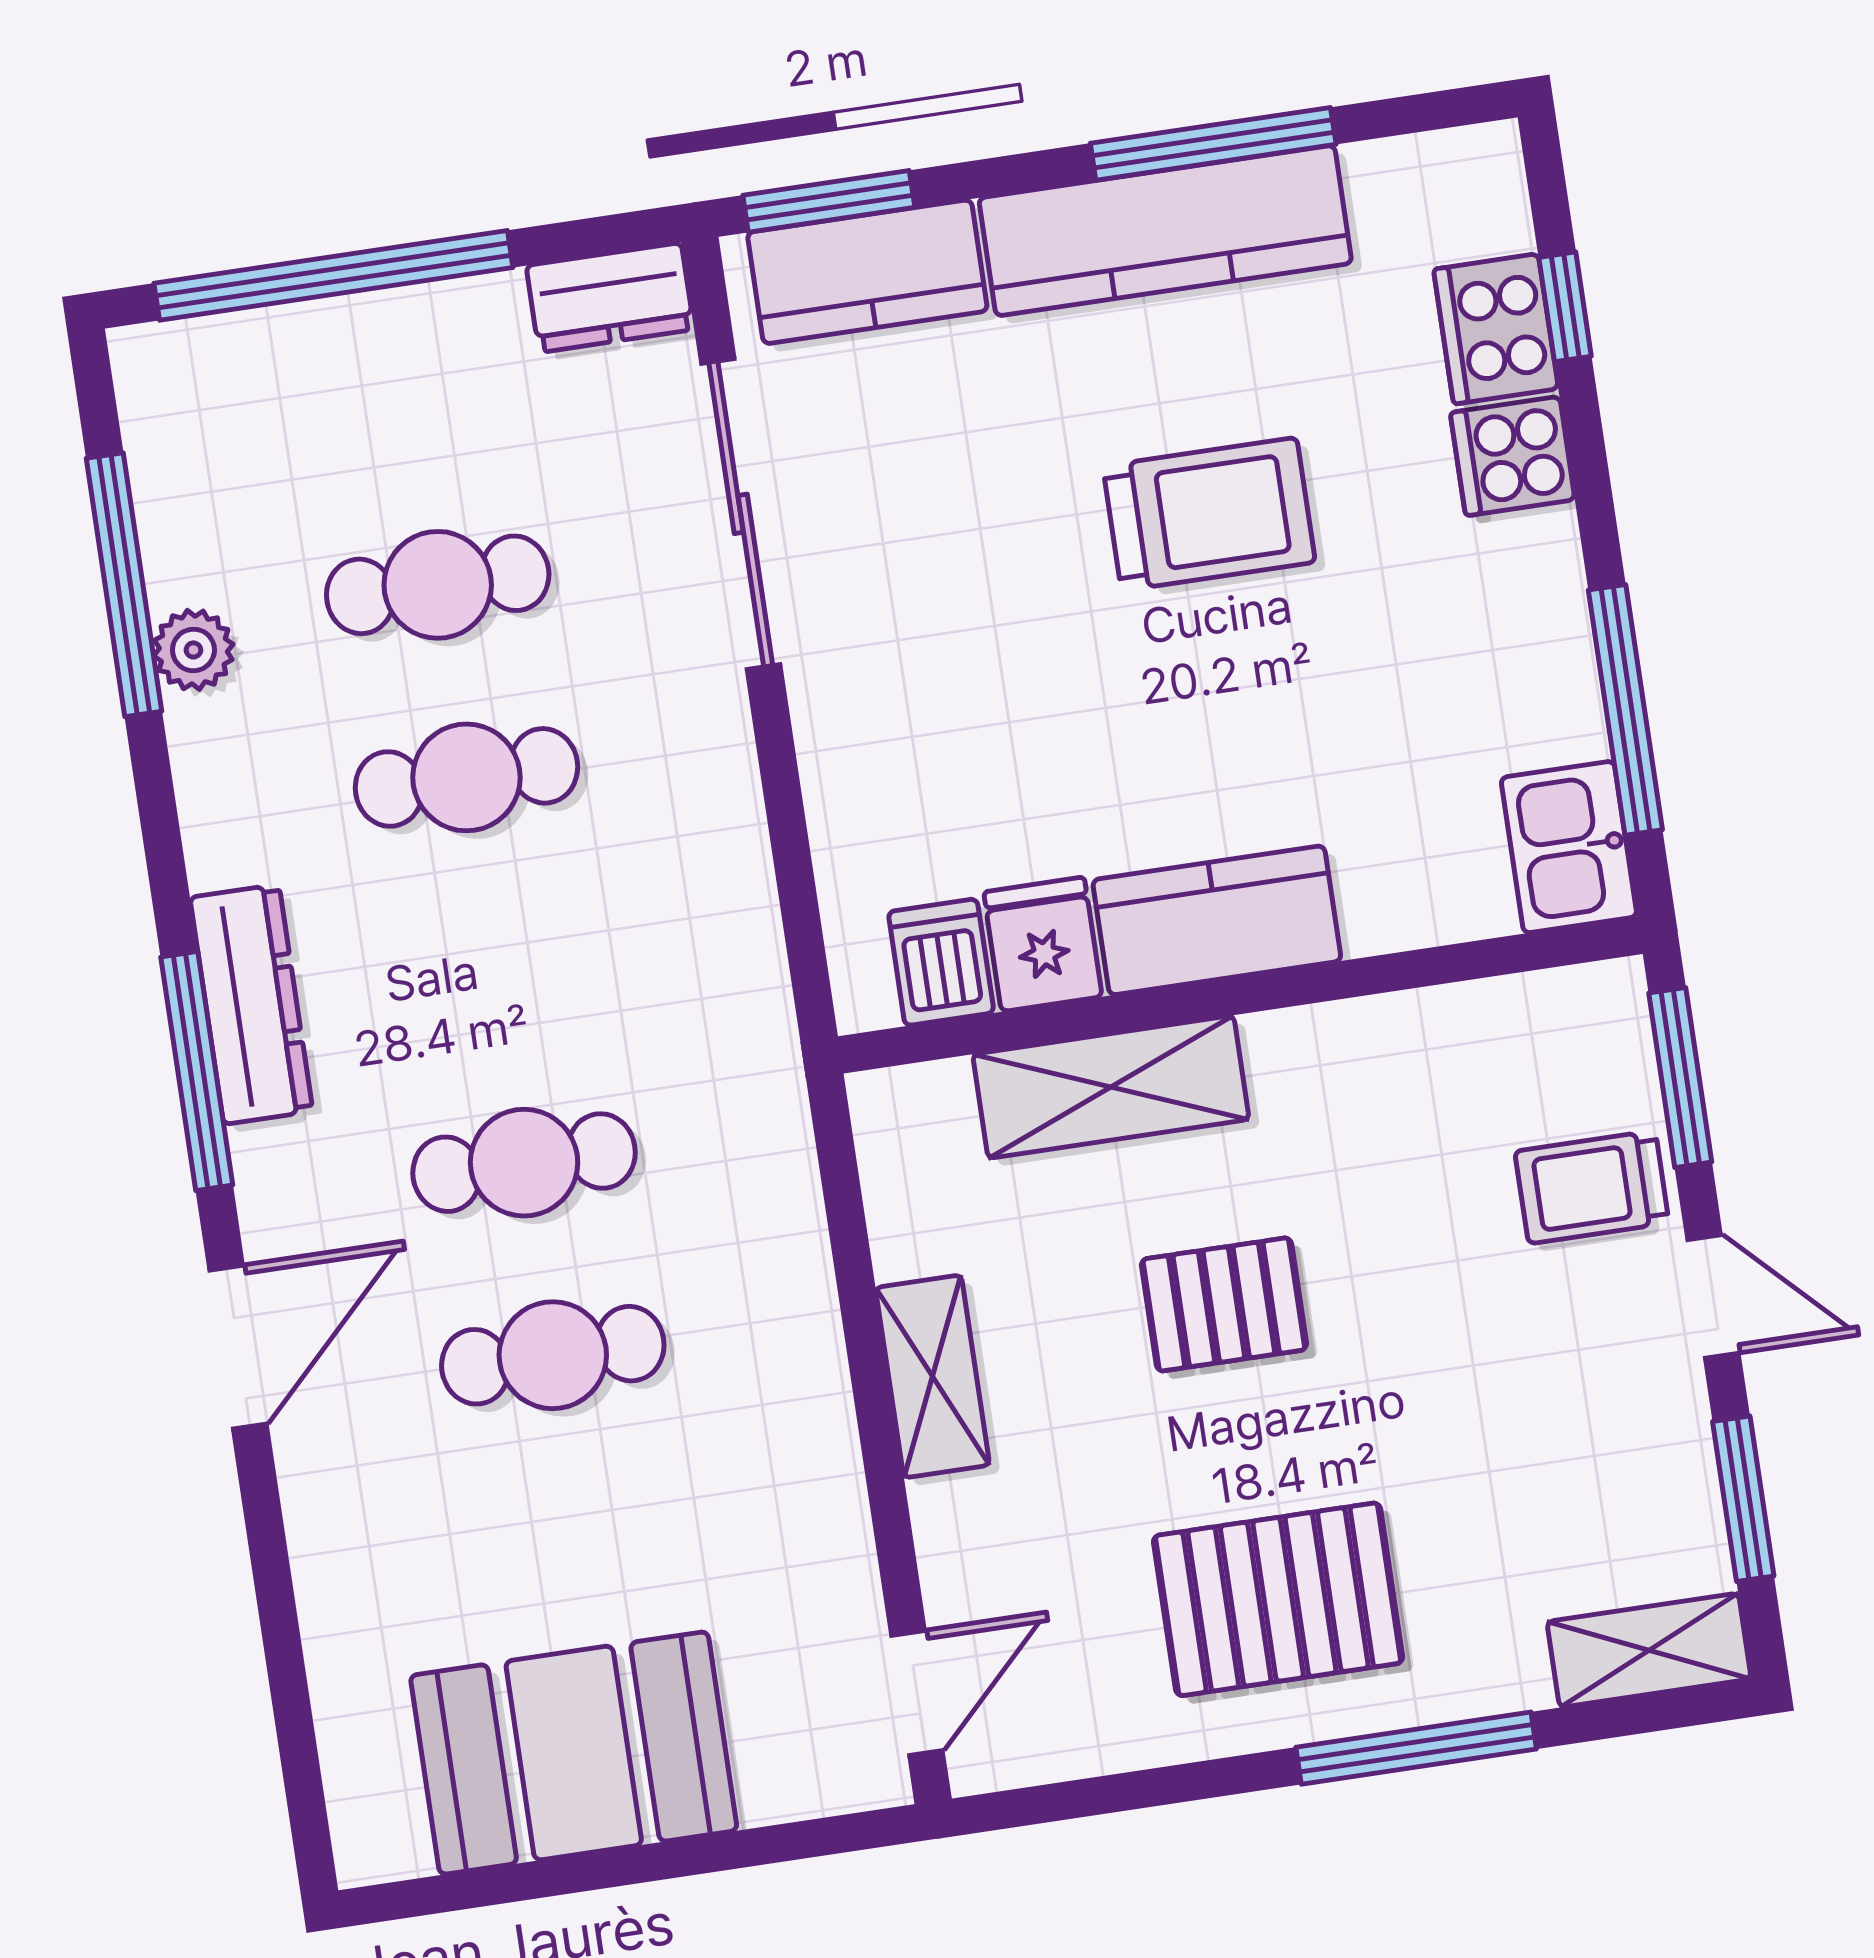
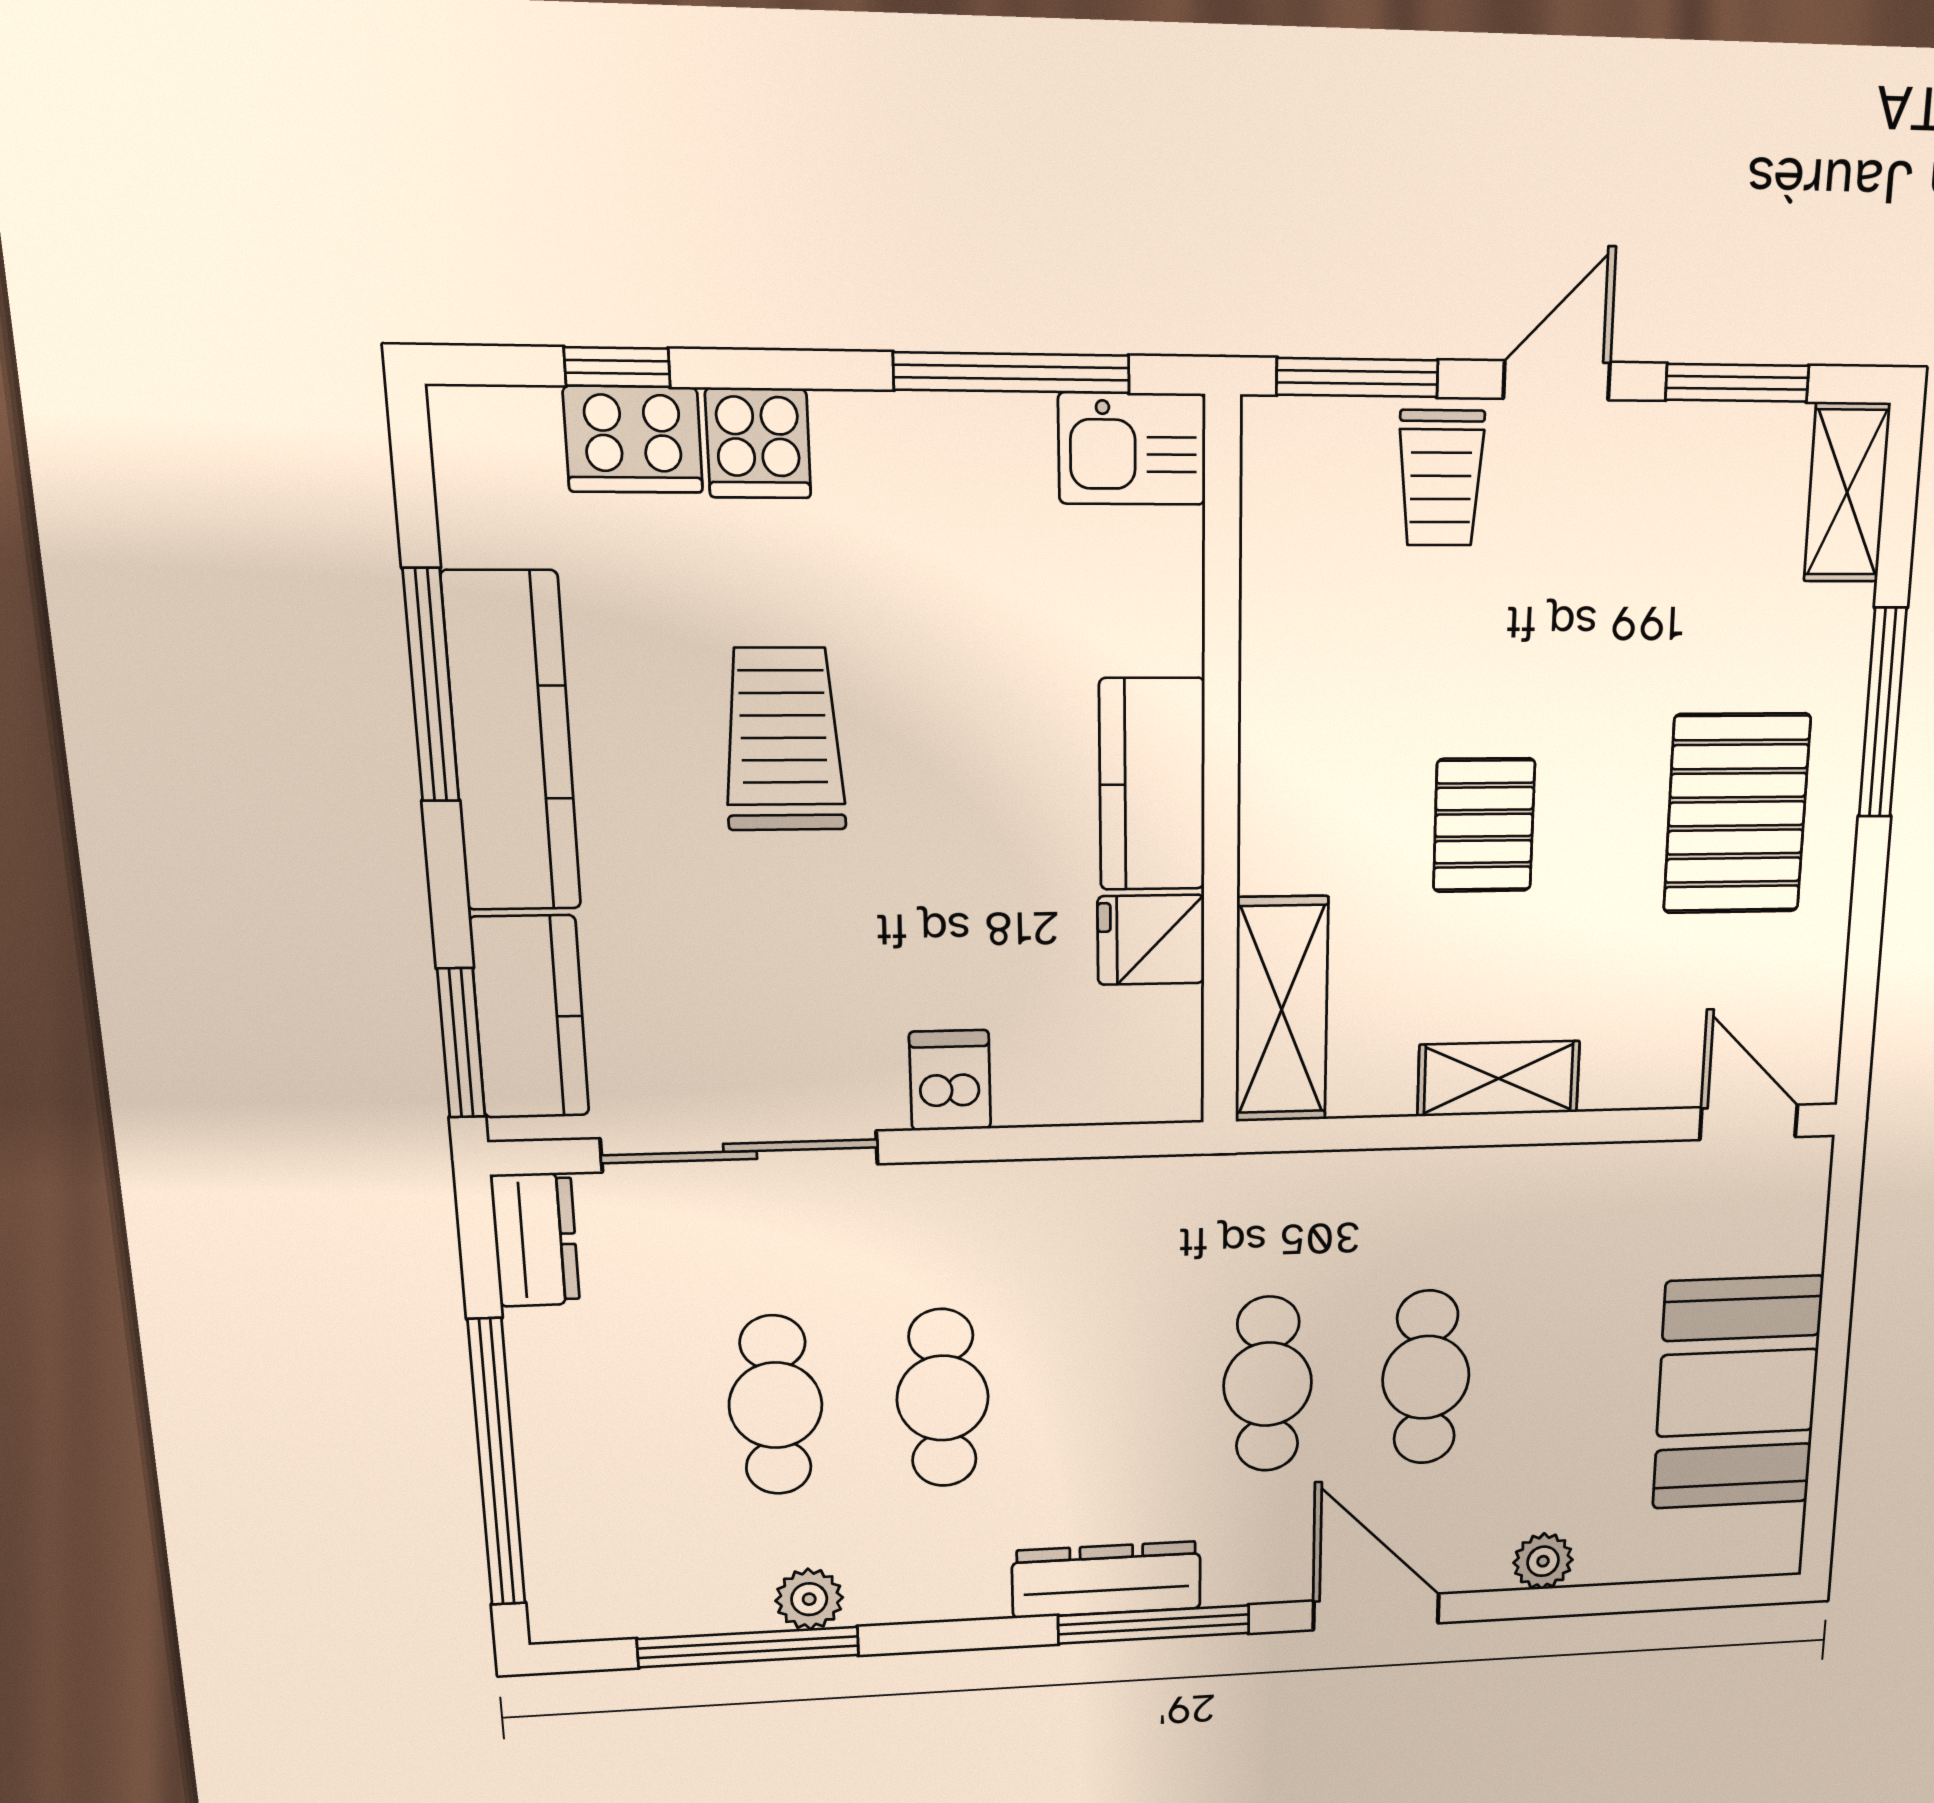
dishwasher: (941, 962) -> (950, 1080), moved, turned 90
shelving: (1111, 1087) -> (1282, 1010), moved
plant: (326, 1548) -> (1543, 1561), added

